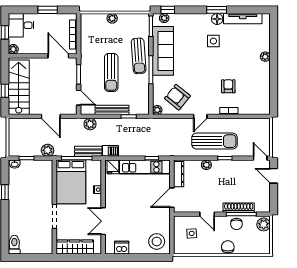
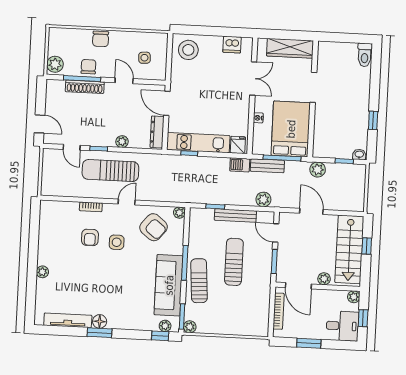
plant: (112, 18) -> (190, 327), moved
side table: (213, 41) -> (117, 242), moved
plant: (38, 63) -> (324, 279), added
door: (260, 158) -> (72, 147), moved
door: (172, 198) -> (167, 103), swing flipped

